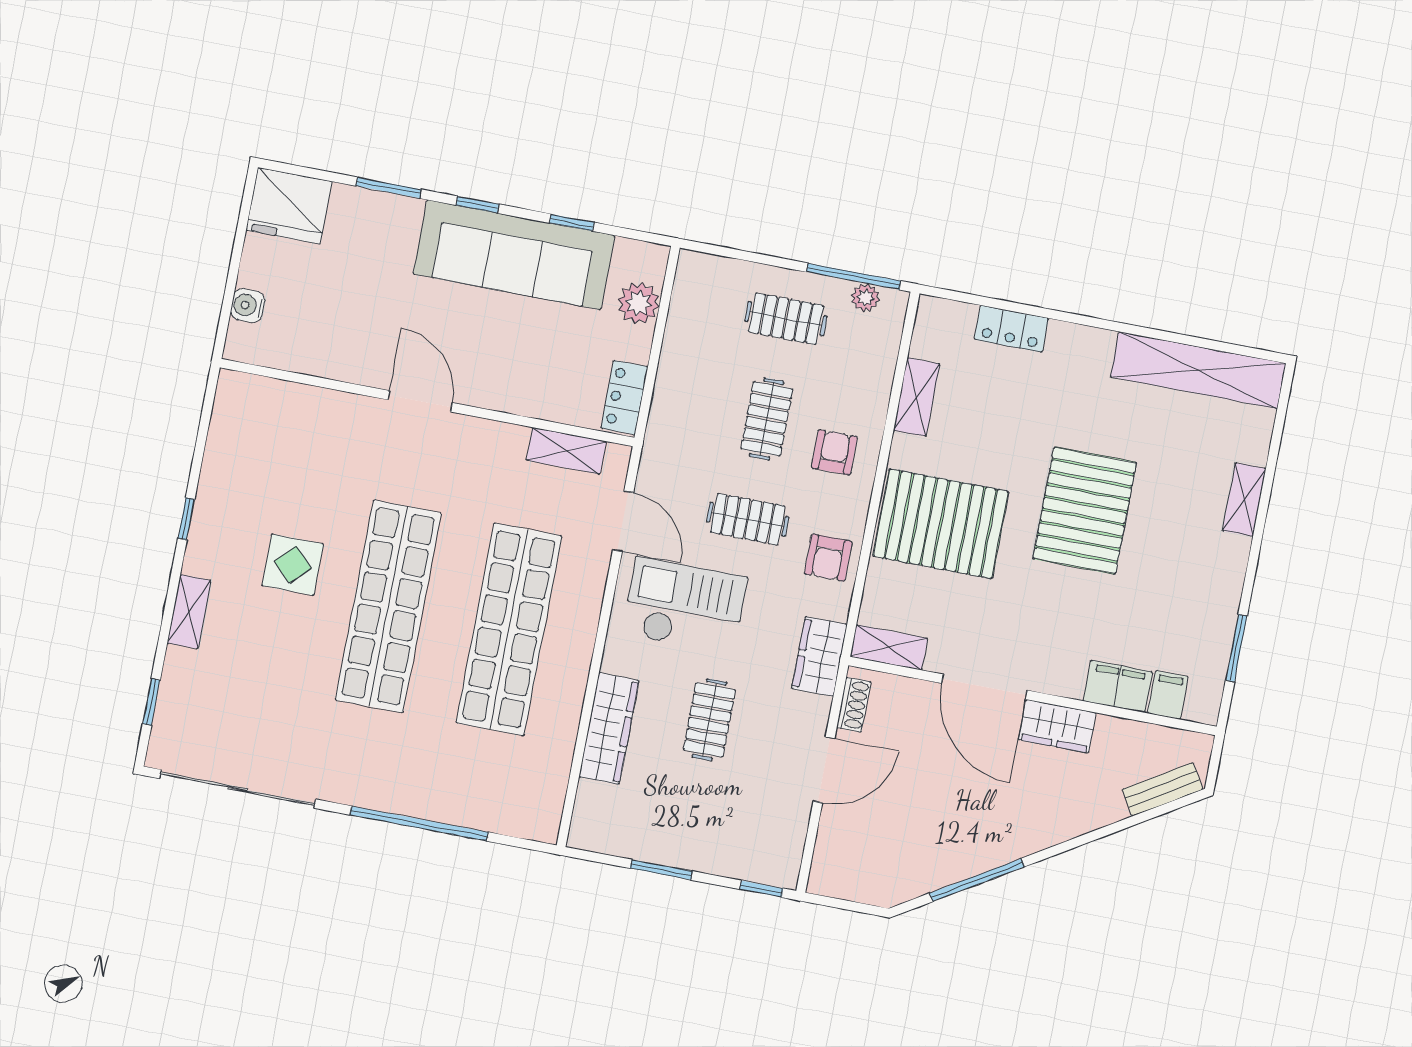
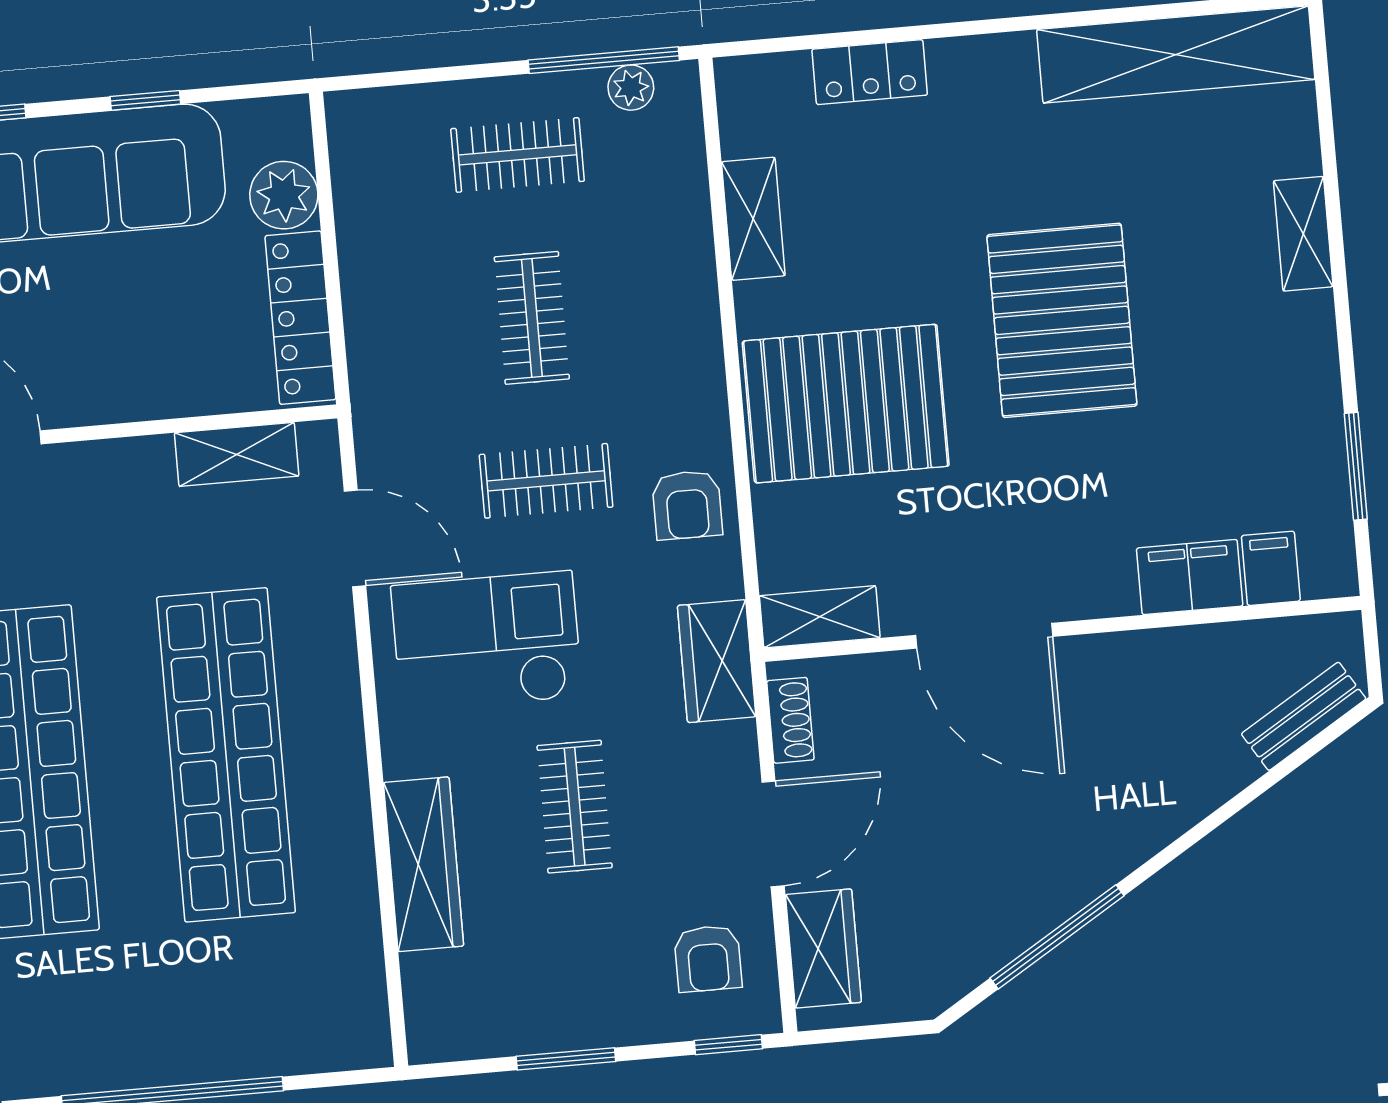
locker: (624, 397) -> (300, 318), width x1.53
armchair: (834, 452) -> (708, 958), moved, turned 180
wardrobe: (1057, 726) -> (823, 948), moved, turned -90

